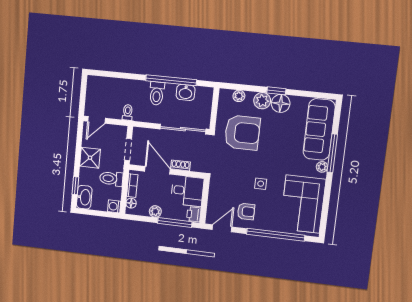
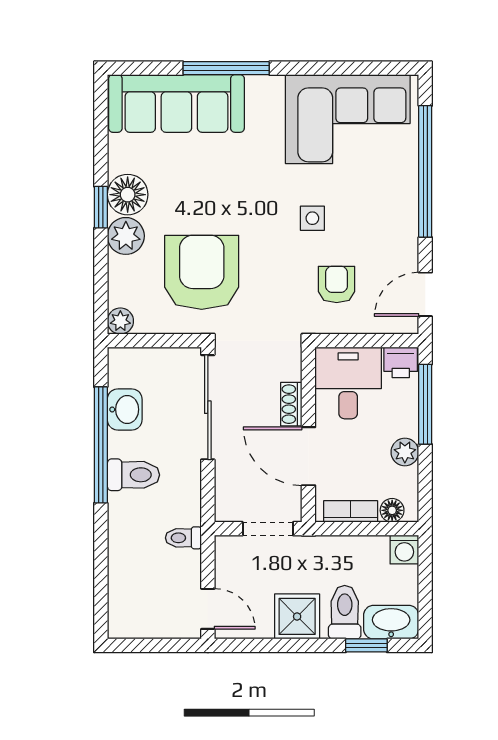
plant: (239, 96) -> (120, 321), moved
plant: (322, 167) -> (259, 87), removed
door: (157, 170) -> (308, 456), hinge flipped
toilet: (111, 179) -> (345, 612), moved, turned 180
armchair: (246, 211) -> (337, 284), moved
door: (222, 228) -> (425, 294), hinge flipped

